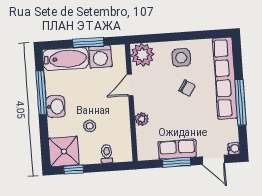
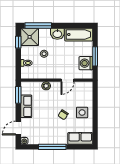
plant: (142, 55) -> (85, 89), removed
bathtub: (66, 59) -> (79, 35), moved, turned -90
row of seats: (225, 78) -> (80, 138), width x0.50
door: (130, 85) -> (67, 80), swing flipped
window: (41, 93) -> (38, 26), moved
window: (177, 162) -> (18, 95), moved

